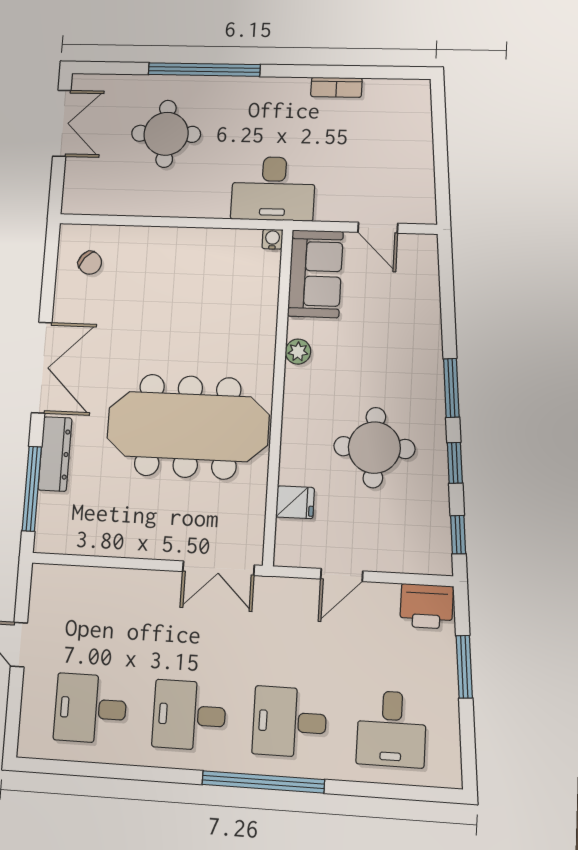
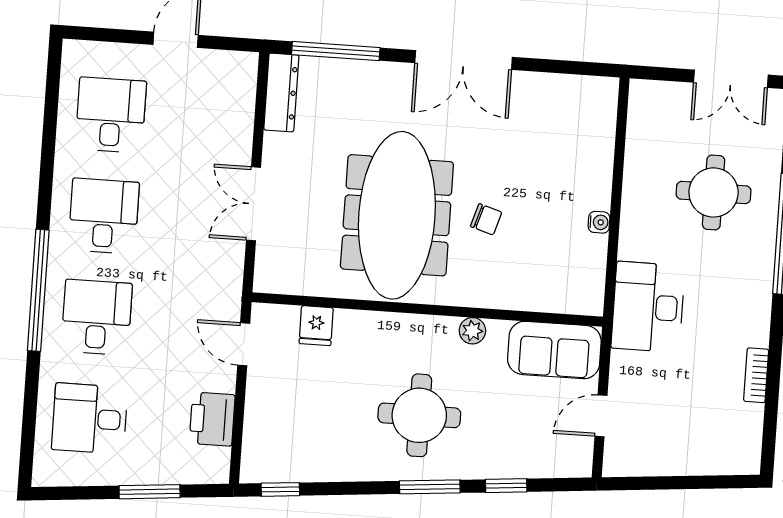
water cooler: (272, 239) -> (599, 222), moved
chair: (90, 263) -> (486, 219), moved, turned -113
round table: (374, 448) -> (419, 415), moved
dresser: (55, 454) -> (281, 92), moved, turned -90
window: (455, 463) -> (506, 486), moved
double door: (218, 568) -> (253, 204), moved
door: (342, 575) -> (244, 344), moved
printer: (427, 606) -> (212, 419), moved

